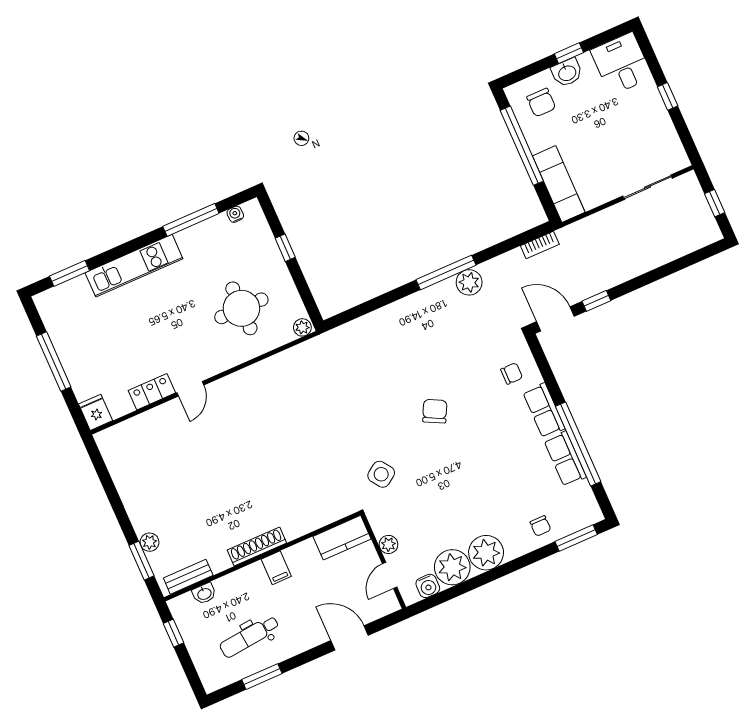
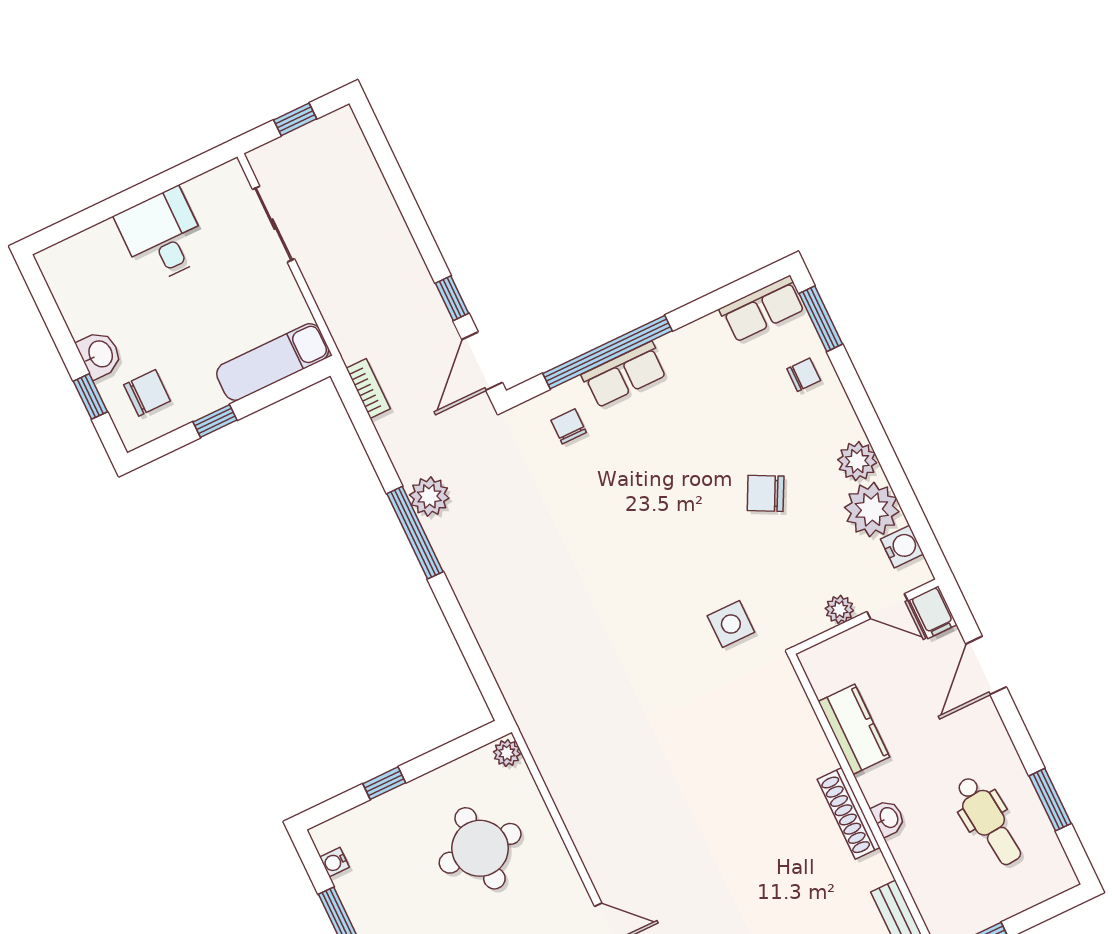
window: (569, 53) -> (90, 396), moved
desk: (621, 64) -> (162, 236), moved, turned 90
window: (668, 96) -> (132, 197), removed
window: (522, 146) -> (215, 421), width x0.32
chair: (435, 411) -> (766, 493), moved
window: (578, 444) -> (608, 352), moved
row of seats: (565, 459) -> (762, 309), moved
side table: (381, 474) -> (731, 624), turned 35
kitchen counter: (342, 538) -> (854, 729), moved
plant: (486, 553) -> (857, 461), width x0.73, depth x0.73
filing cabinet: (276, 568) -> (933, 612), moved, turned 90
washbasin: (204, 594) -> (888, 818), moved

